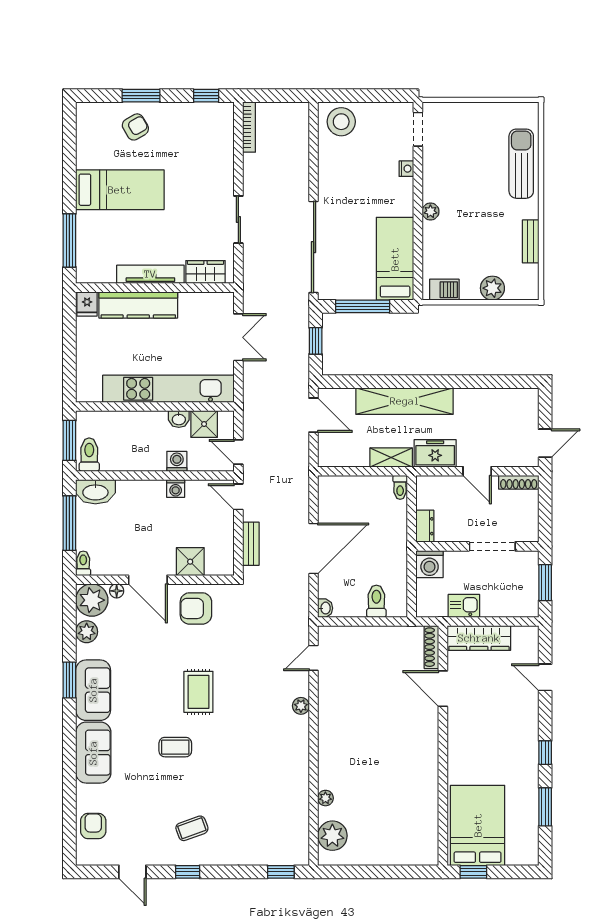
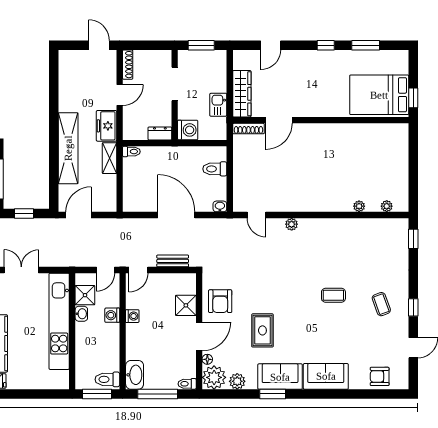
rug: (198, 692) -> (262, 330), moved, turned 90
coffee table: (175, 747) -> (333, 295), moved, turned 90
plant: (332, 836) -> (387, 206), width x0.53, depth x0.53

